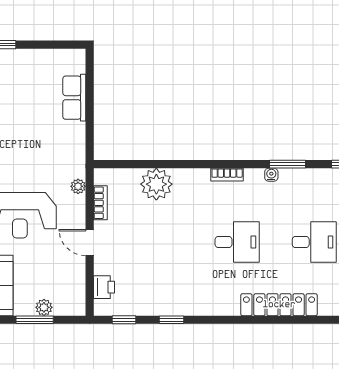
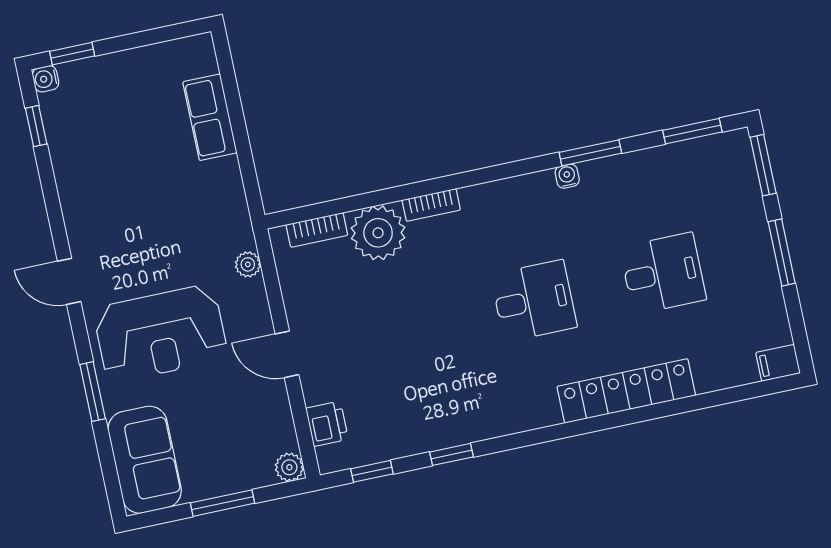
bookcase: (227, 175) -> (431, 205), moved
bookcase: (100, 203) -> (317, 230), moved, turned 90
plant: (44, 307) -> (289, 467), moved

